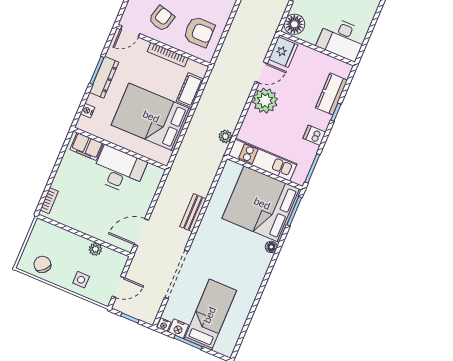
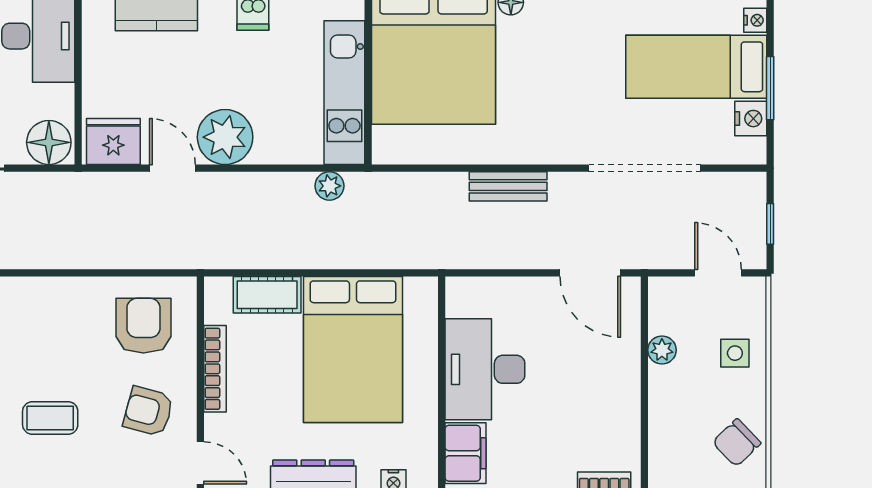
nightstand: (164, 325) -> (755, 20), moved

